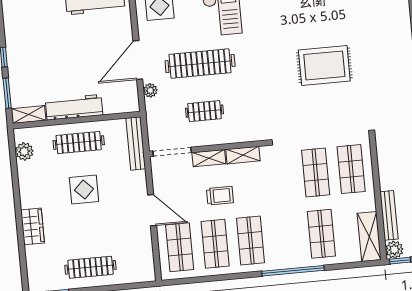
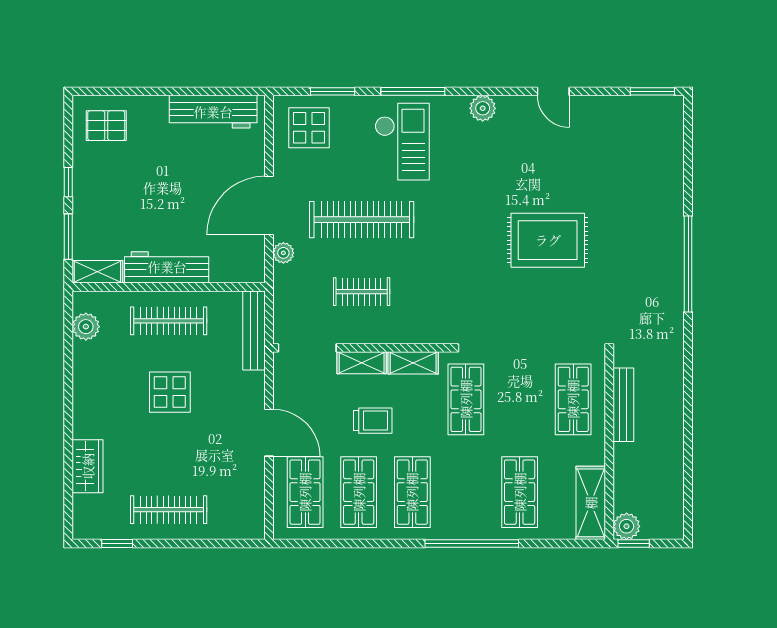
pallet: (25, 17) -> (106, 126), added
shop shelf: (316, 172) -> (466, 399), moved
bench: (389, 215) -> (623, 405), moved
wardrobe: (33, 226) -> (88, 466), moved

